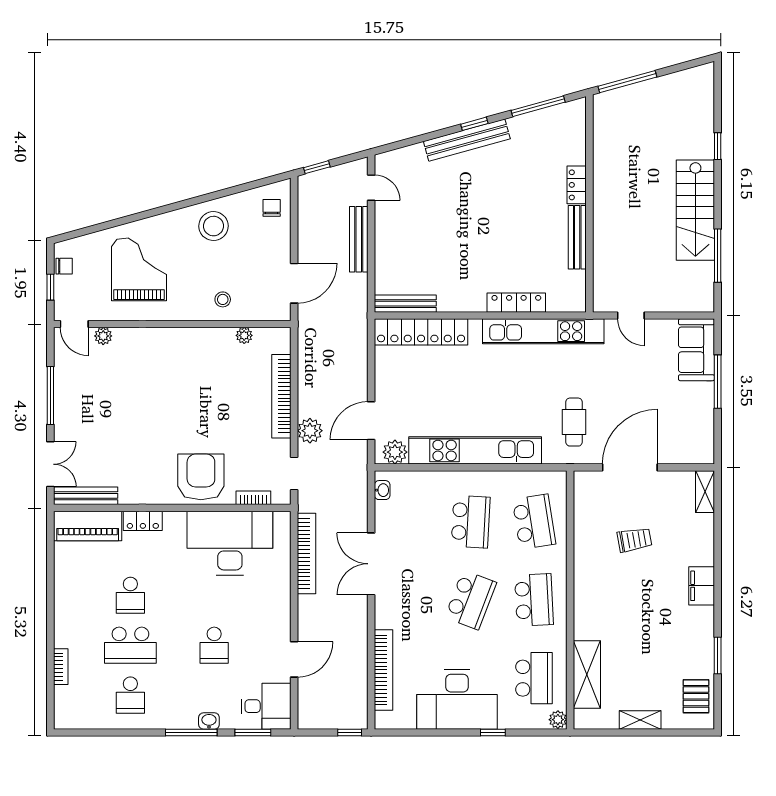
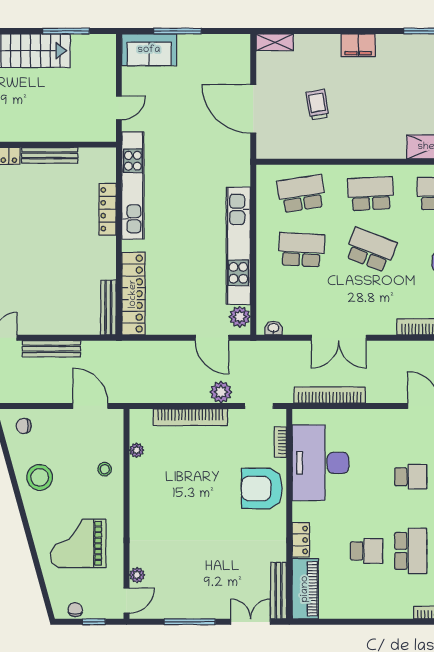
cafe table: (574, 422) -> (213, 158), removed

